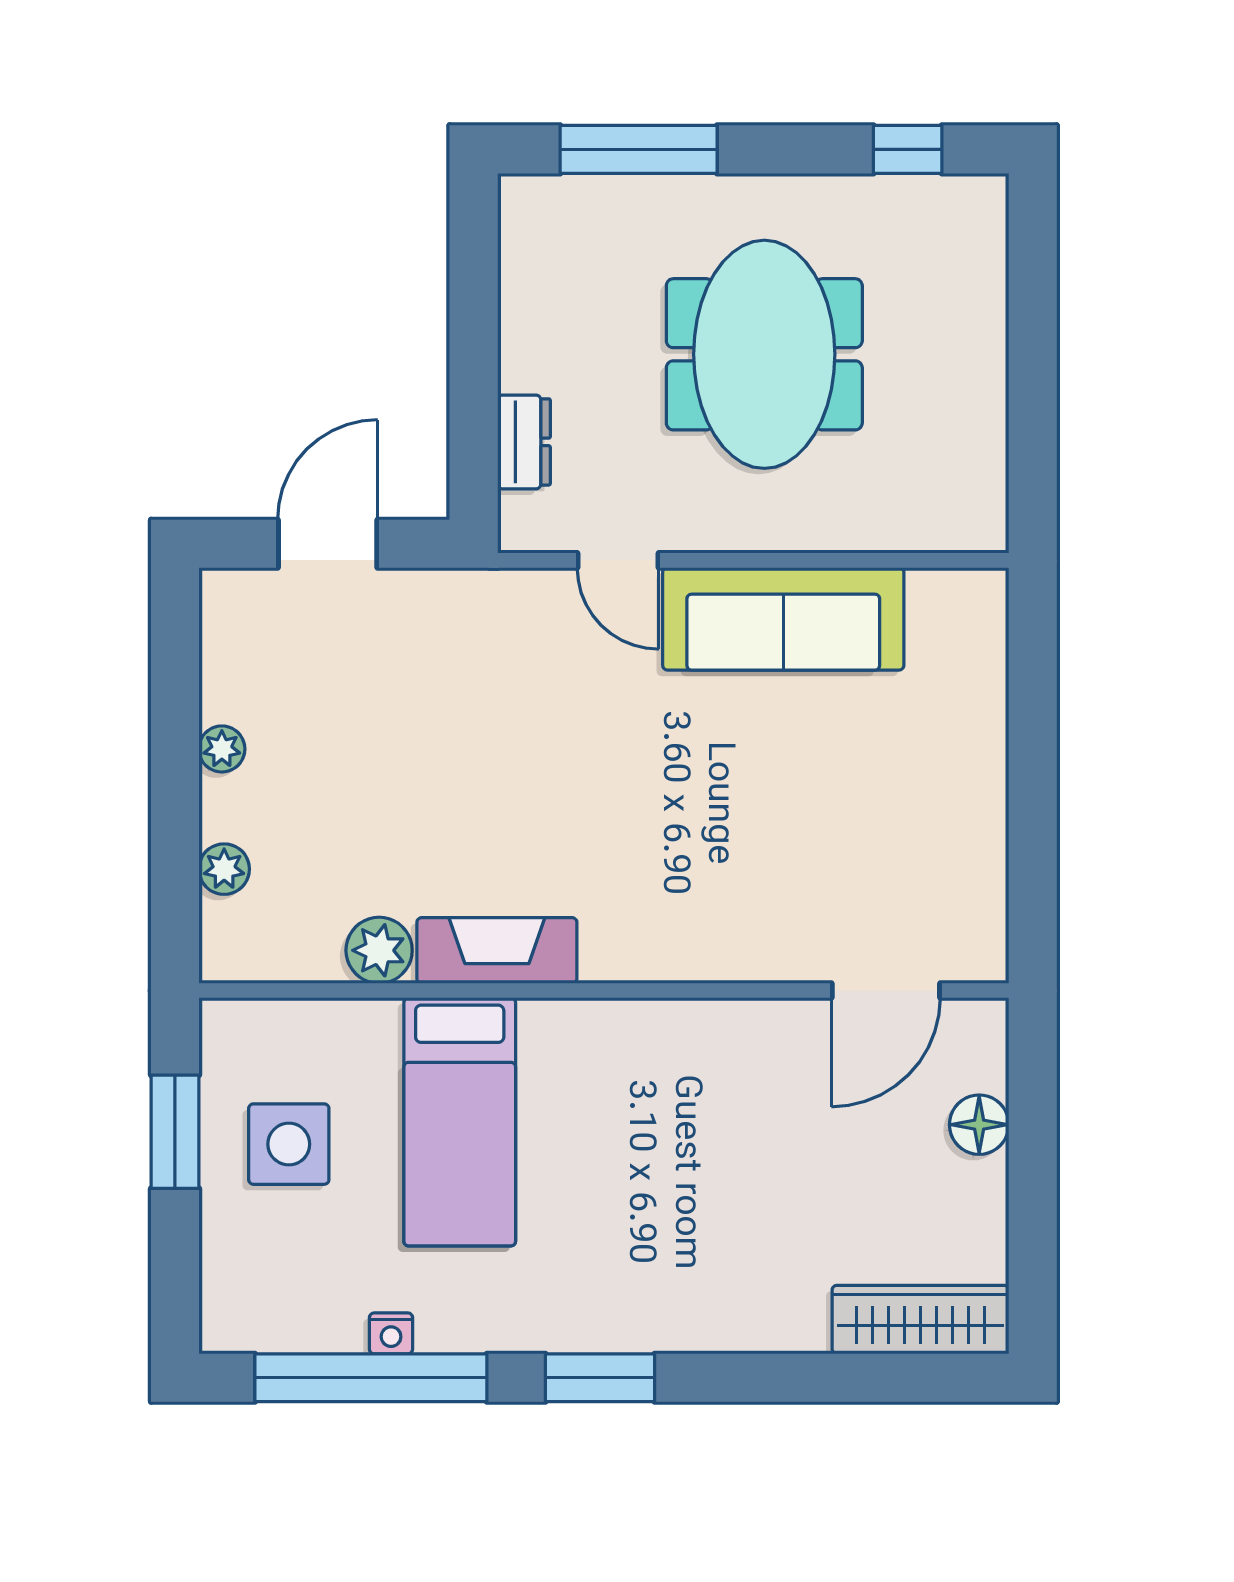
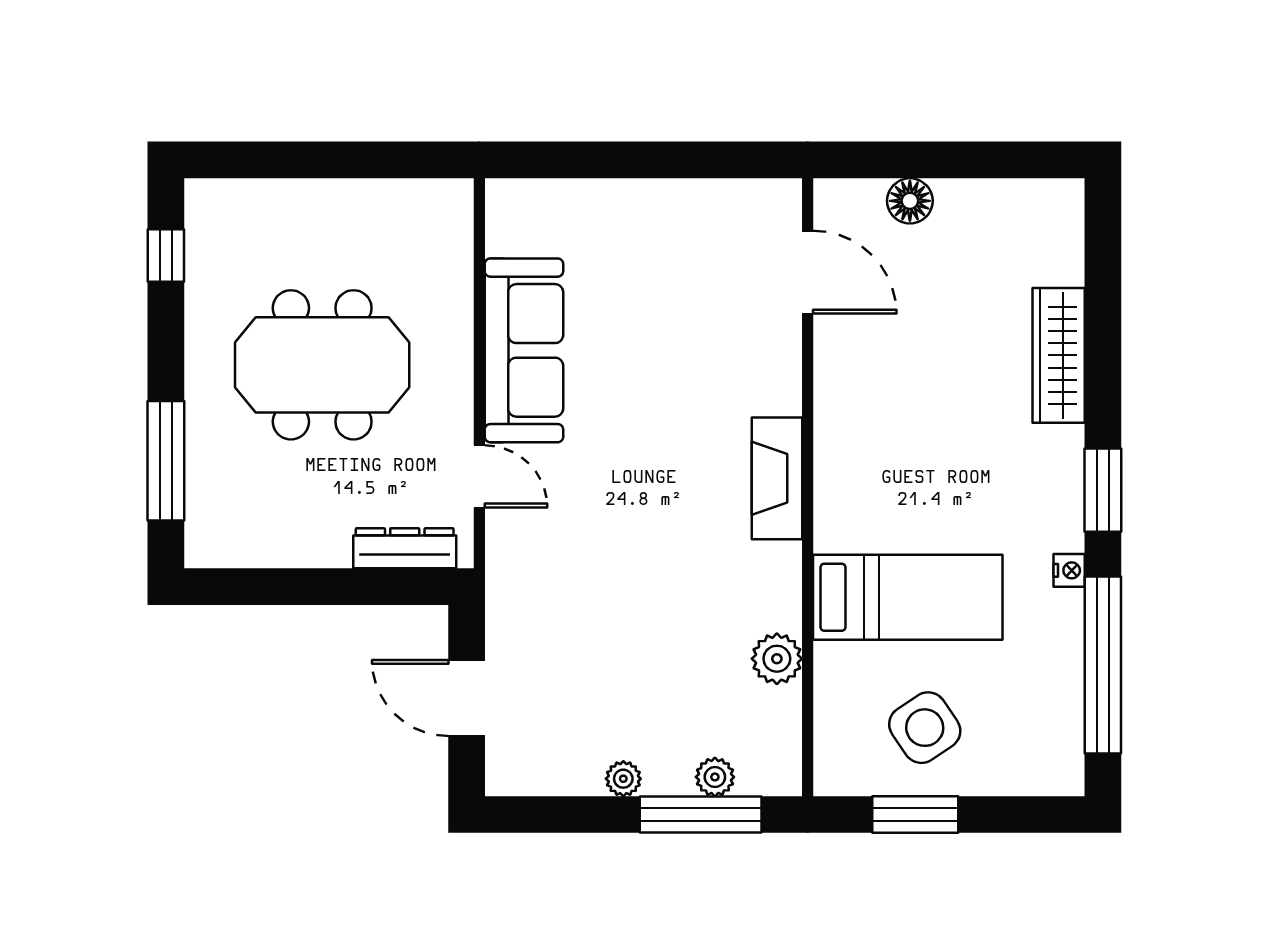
dresser: (524, 442) -> (405, 548), width x1.44
door: (618, 560) -> (479, 476), hinge flipped
window: (175, 850) -> (701, 815), added
fireplace: (497, 951) -> (777, 478), moved
side table: (289, 1144) -> (925, 728), turned -34
wardrobe: (920, 1320) -> (1059, 355), moved
nightstand: (391, 1333) -> (1069, 570), moved

